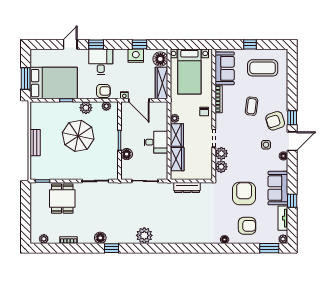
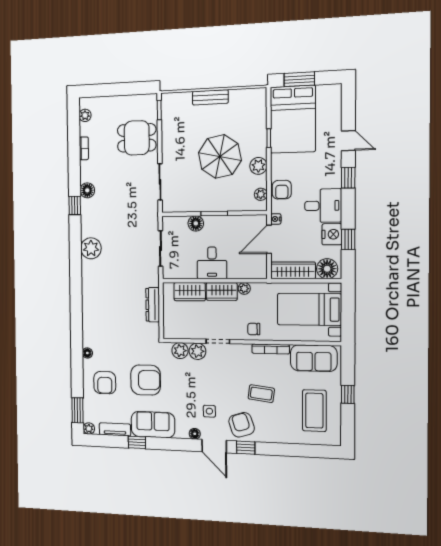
desk: (101, 62) -> (323, 206), moved

